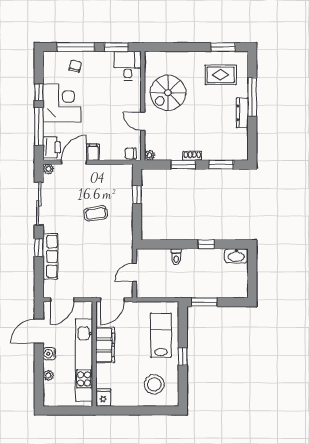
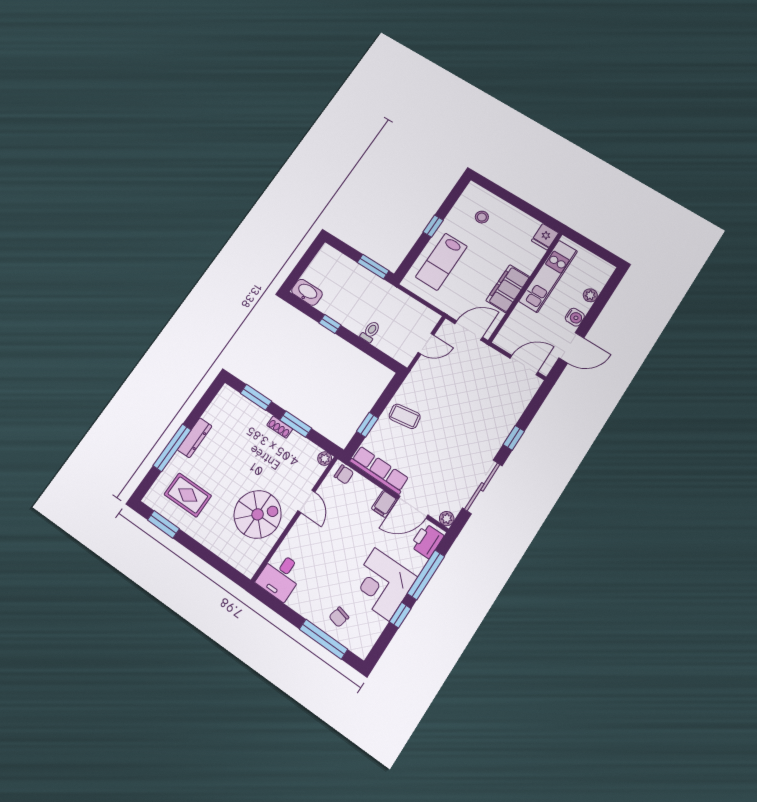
window: (116, 47) -> (278, 607), removed
coffee table: (96, 214) -> (405, 416), moved
row of seats: (50, 256) -> (379, 470), moved, turned 90
kitchen unit: (84, 360) -> (548, 276), width x0.73
stool: (154, 384) -> (482, 217), width x0.53, depth x0.53

